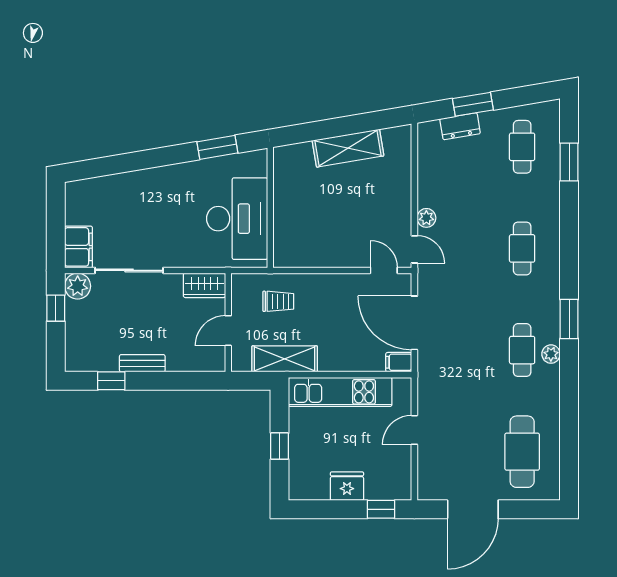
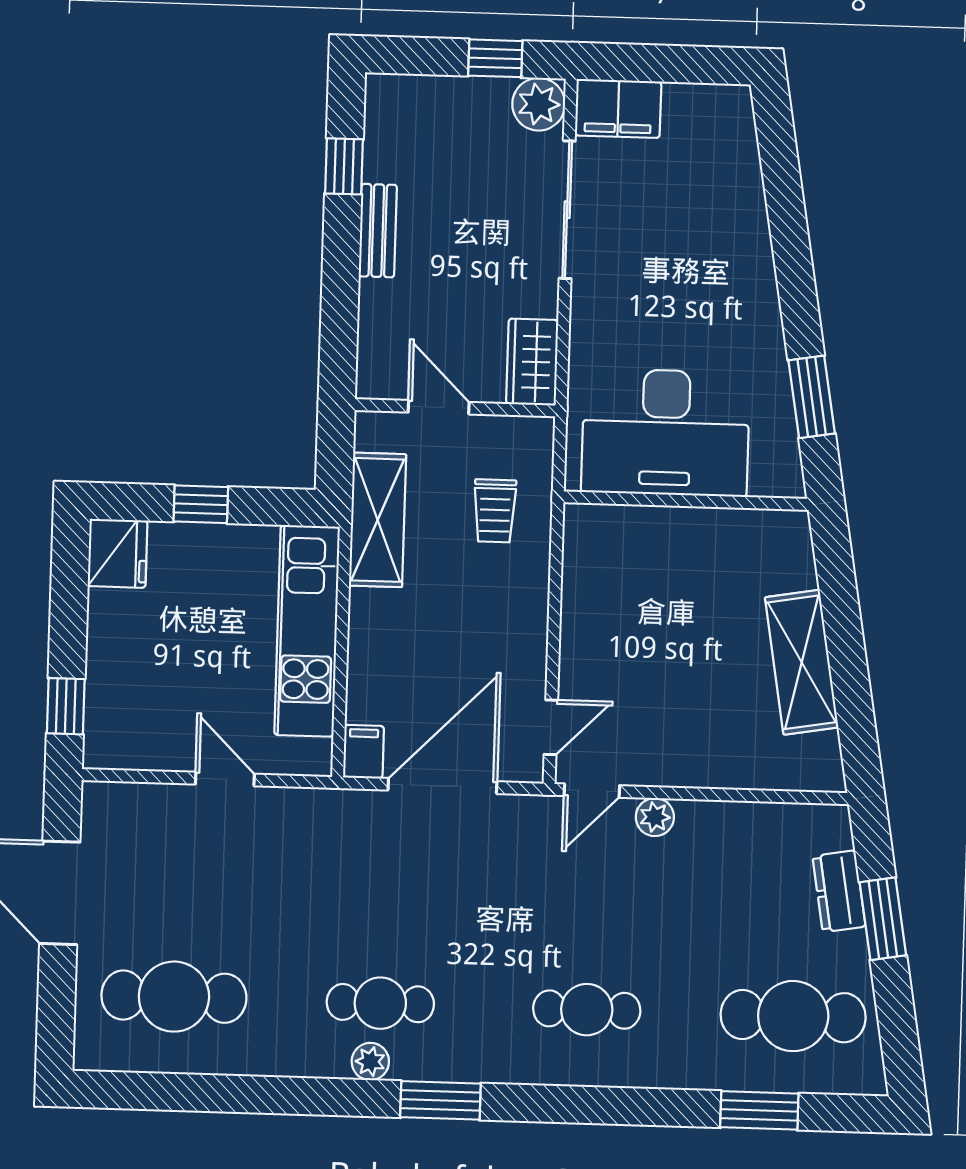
cafe table: (522, 147) -> (793, 1016), width x1.37, depth x1.35
fridge: (347, 486) -> (118, 553), moved

